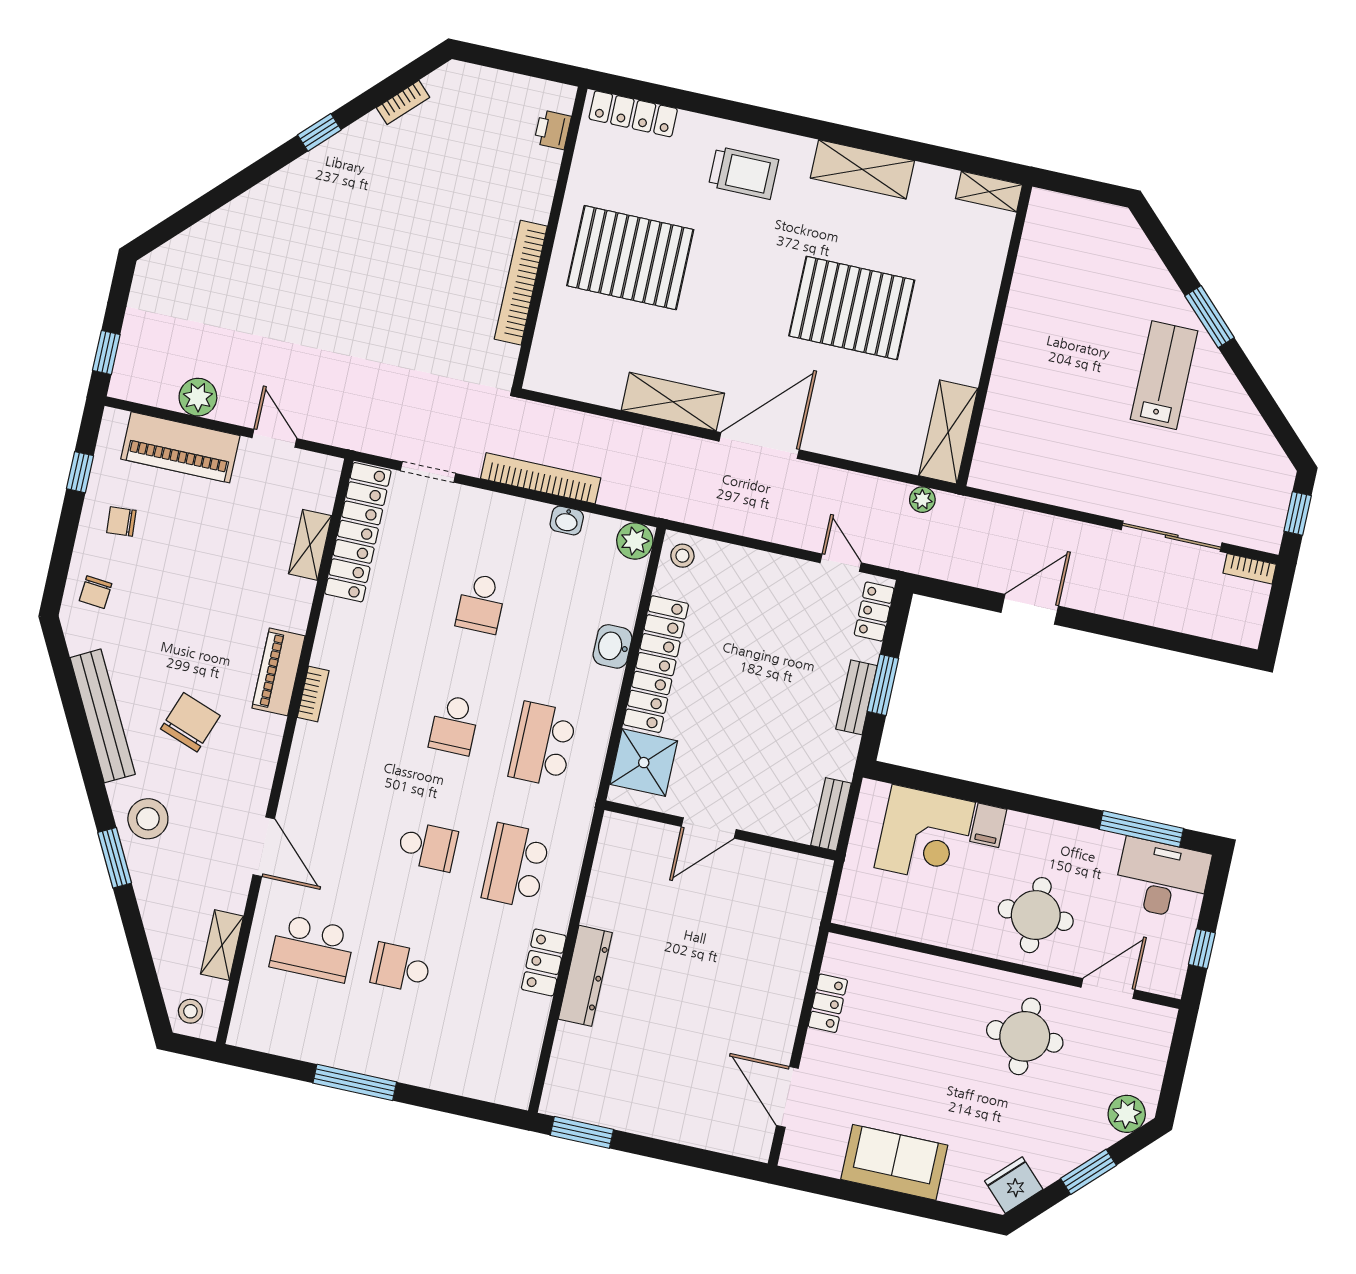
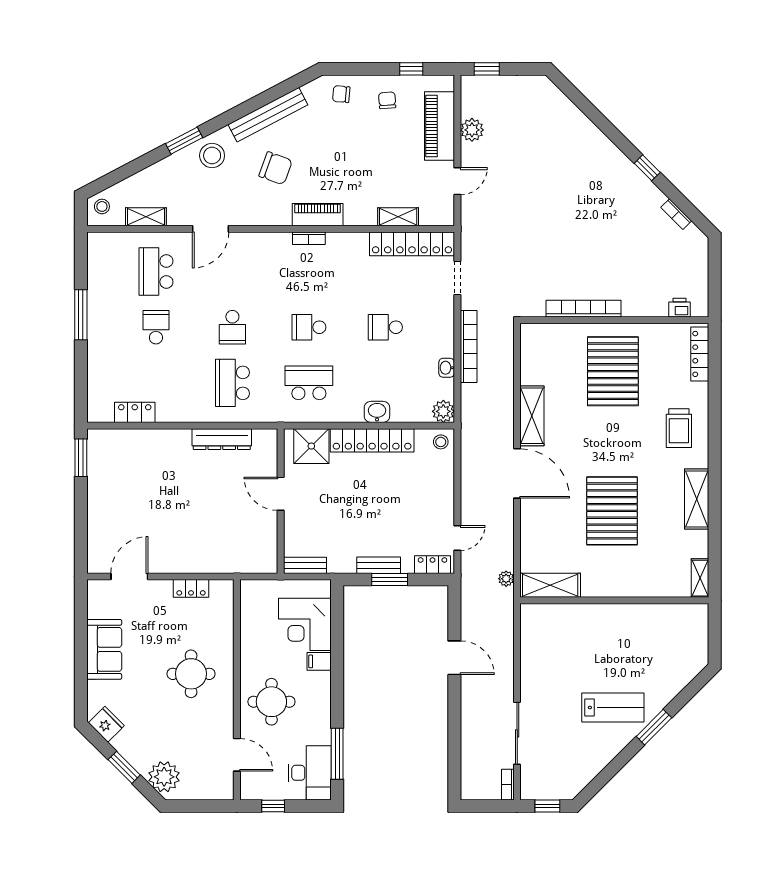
school desk: (516, 866) -> (232, 383), turned -90
locker: (544, 962) -> (135, 412), moved
dresser: (585, 976) -> (222, 439), moved
round table: (1025, 1036) -> (191, 674), moved
plant: (1127, 1114) -> (164, 777), width x1.36, depth x1.36

